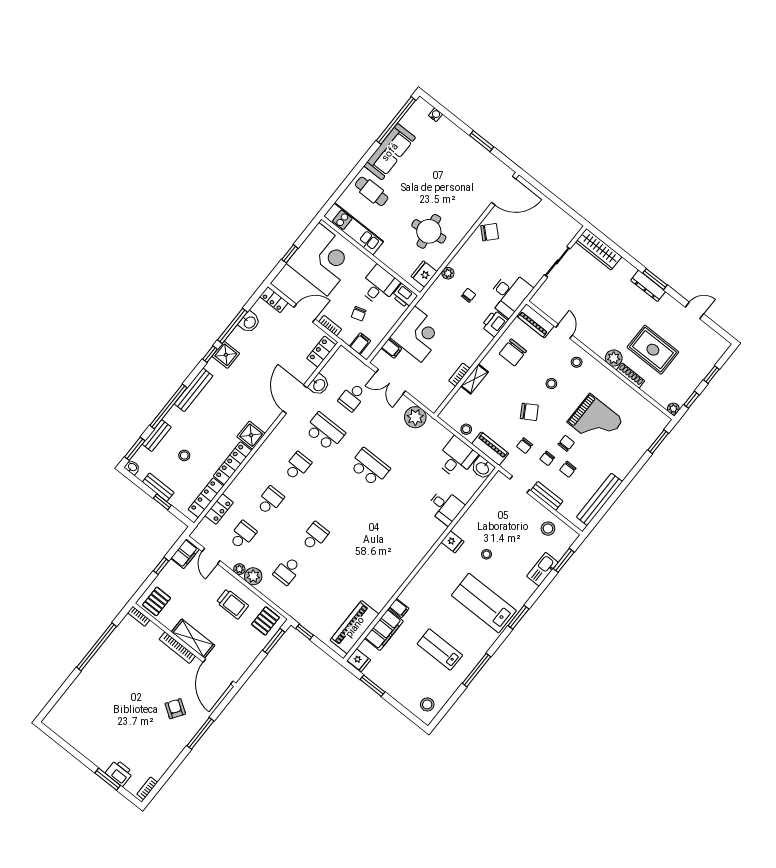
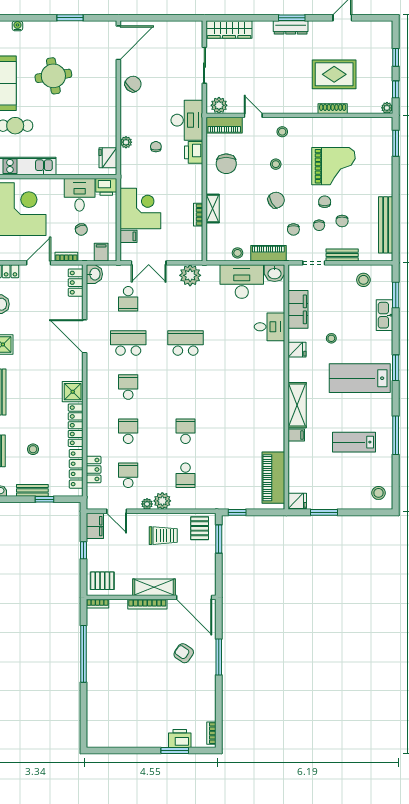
round table: (429, 231) -> (53, 76), moved
plant: (614, 358) -> (219, 105), moved
washbasin: (319, 385) -> (94, 274), moved
desk: (456, 458) -> (242, 282), width x1.37
shelving: (418, 585) -> (297, 405), added
pallet: (157, 601) -> (102, 581), turned 90
filing cabinet: (384, 630) -> (298, 309), moved

